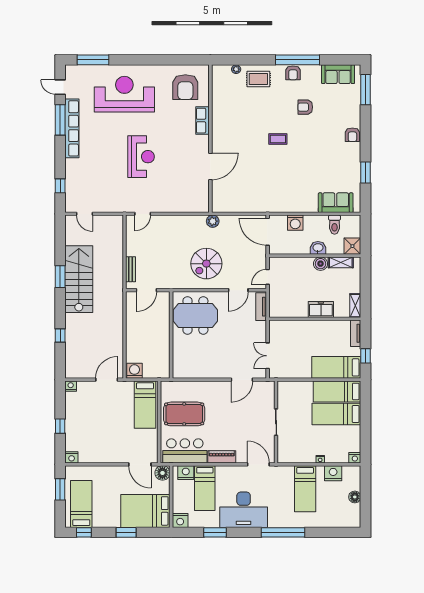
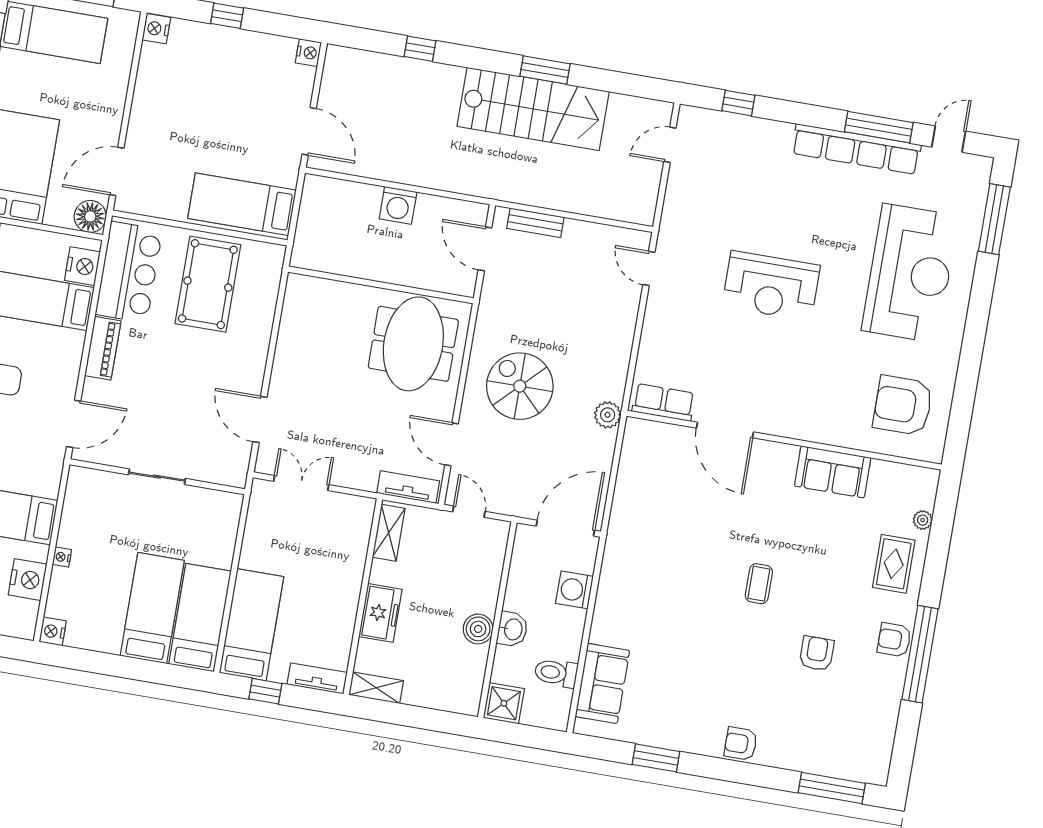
sofa: (338, 74) -> (833, 472), moved, turned -90
row of seats: (203, 121) -> (663, 402), moved
shelving: (341, 262) -> (389, 533), moved
washing machine: (134, 371) -> (398, 205), moved, turned 90

